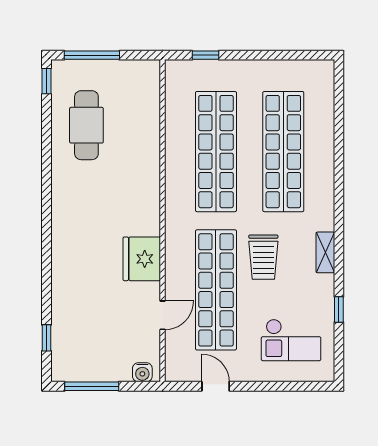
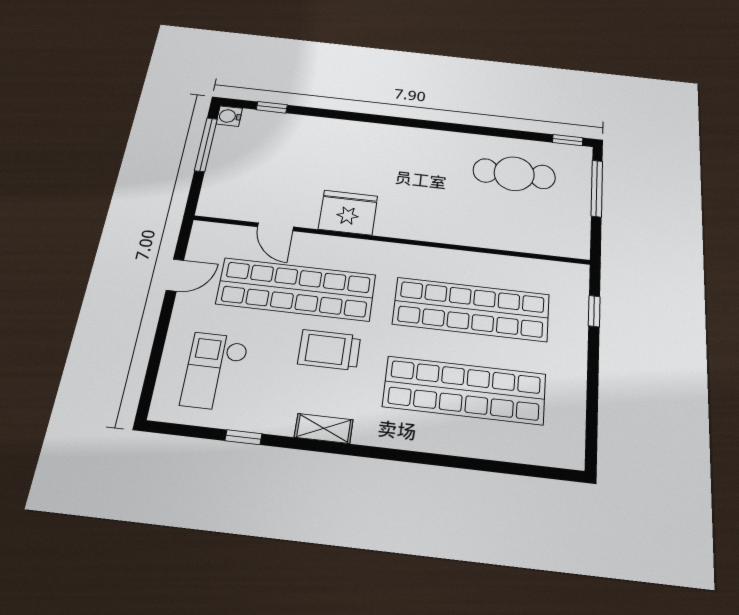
water cooler: (142, 372) -> (229, 116), moved

